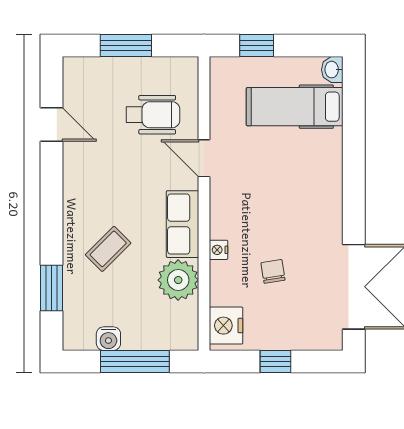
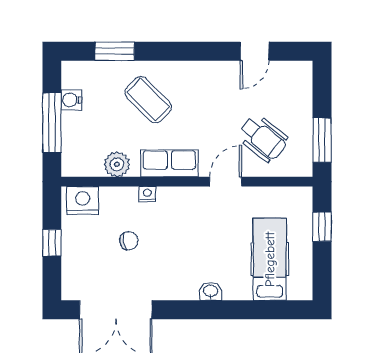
window: (126, 46) -> (322, 140), moved
washbasin: (332, 70) -> (211, 291), moved
wheelchair: (153, 115) -> (263, 138), turned -51
coffee table: (108, 249) -> (148, 100), width x1.36, depth x1.30
plant: (178, 280) -> (117, 164), width x0.73, depth x0.73

